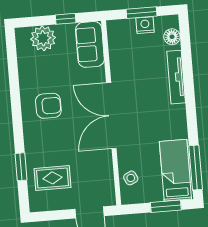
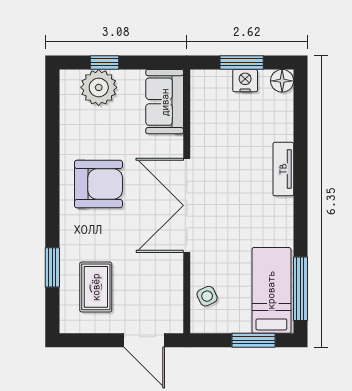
window: (66, 19) -> (104, 62), moved
floor lamp: (172, 37) -> (282, 81), moved
tv unit: (176, 77) -> (283, 169), width x0.71
armchair: (48, 106) -> (98, 184), width x1.36, depth x1.36
rug: (52, 178) -> (96, 287), turned 90

